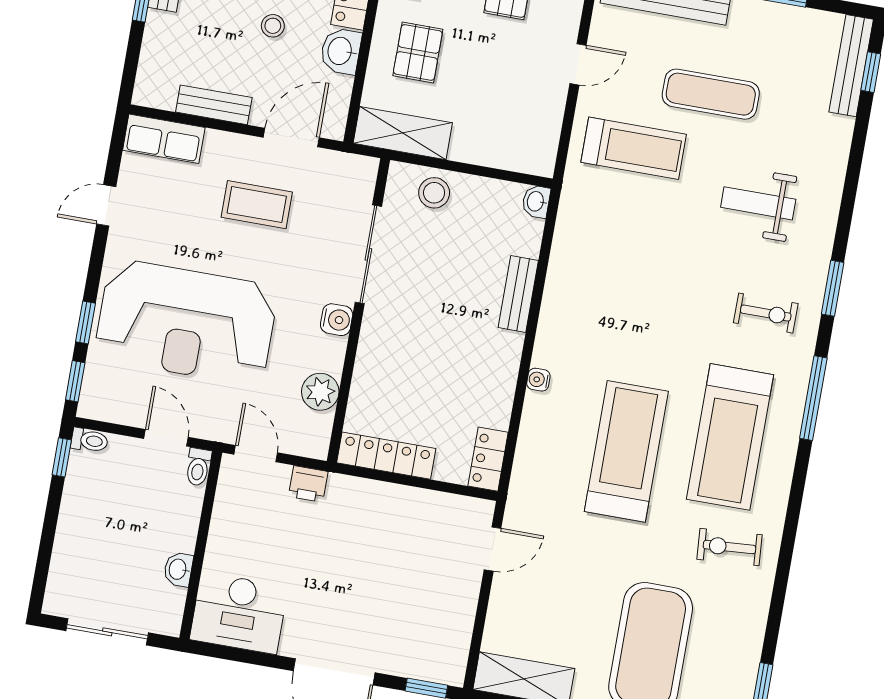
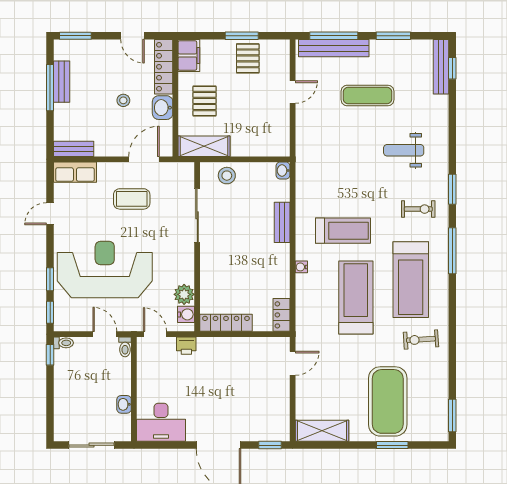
bench: (214, 105) -> (74, 149), moved
treadmill: (634, 148) -> (343, 231), moved
water cooler: (337, 320) -> (186, 314), moved
reception desk: (186, 322) -> (105, 270), turned 180

